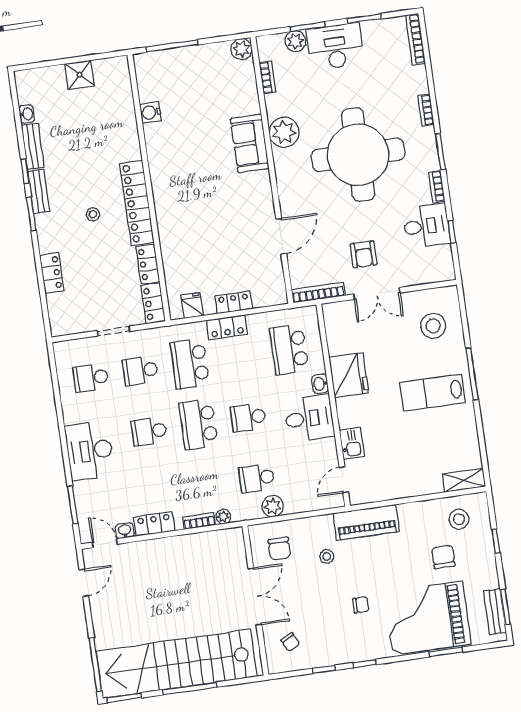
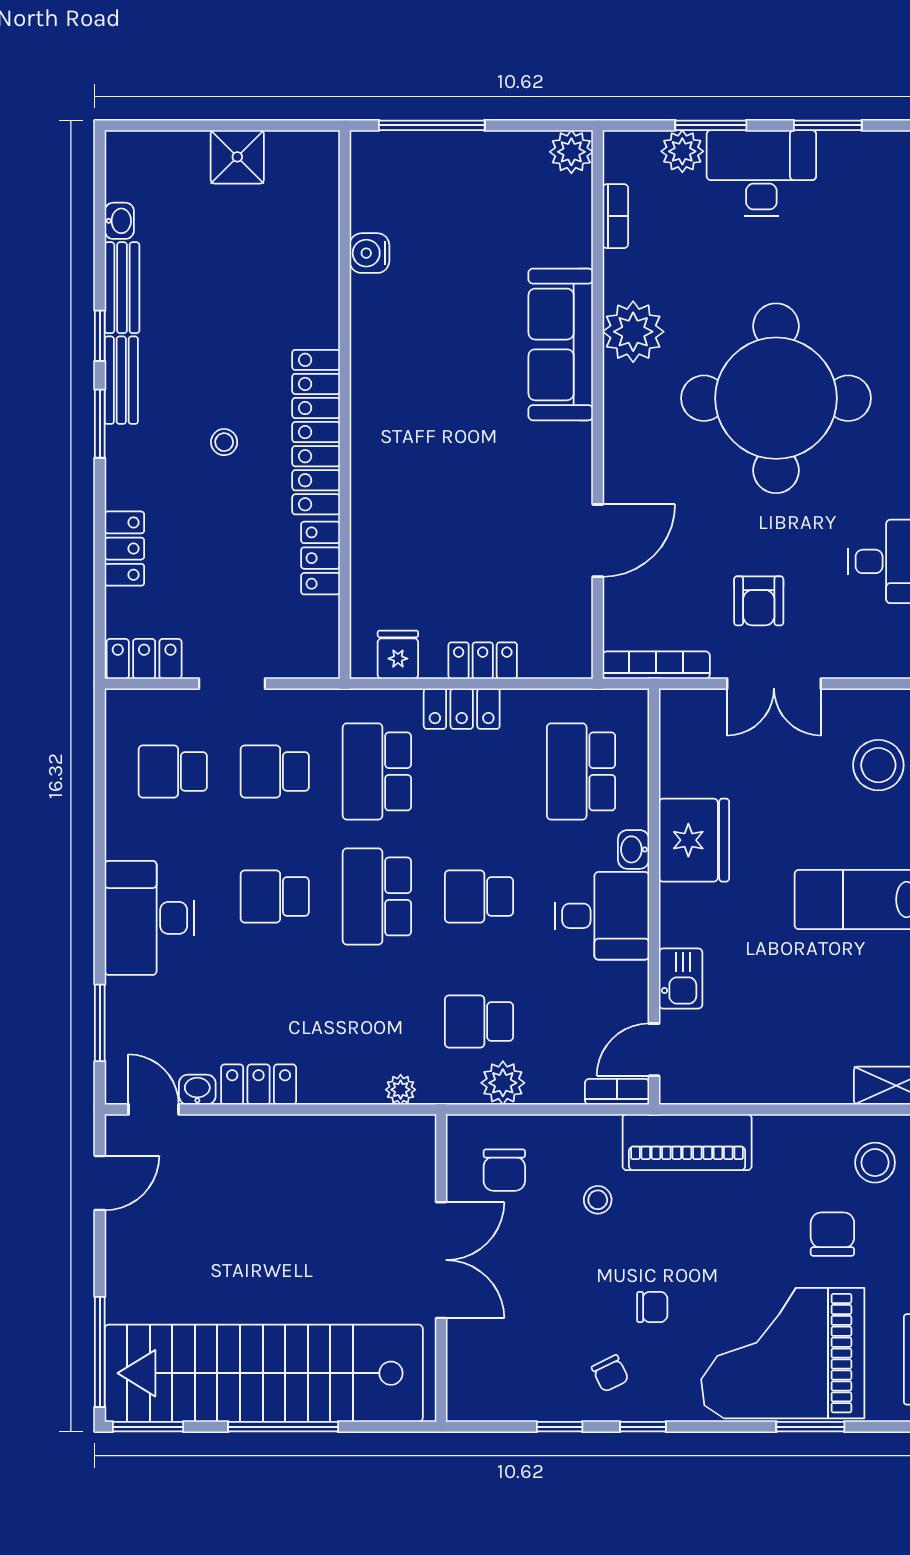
sofa: (250, 143) -> (561, 344), width x1.36
locker: (153, 303) -> (144, 659), moved, turned 90
bookcase: (199, 521) -> (617, 1092), moved
chair: (290, 642) -> (610, 1373), moved

